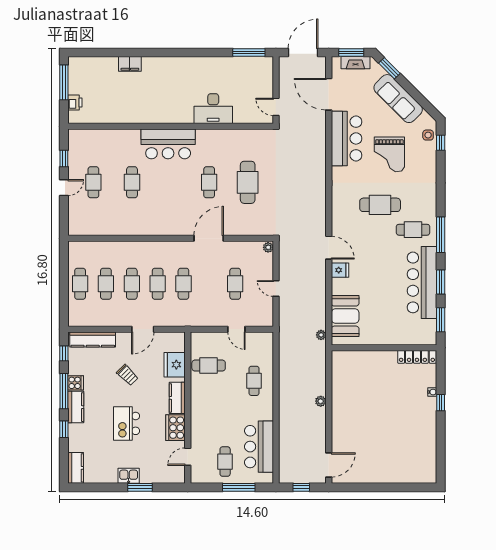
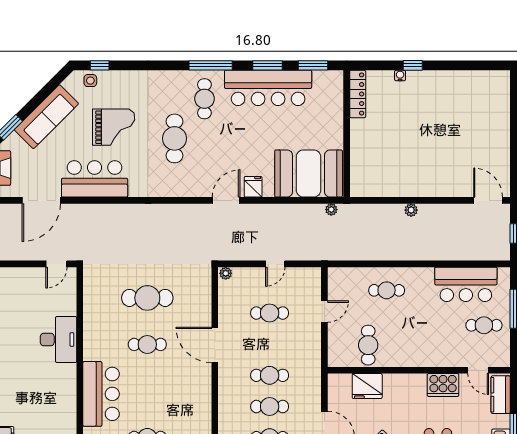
booth: (345, 316) -> (309, 174), width x1.36, depth x1.42
kitchen counter: (177, 398) -> (501, 395), moved, turned 90

